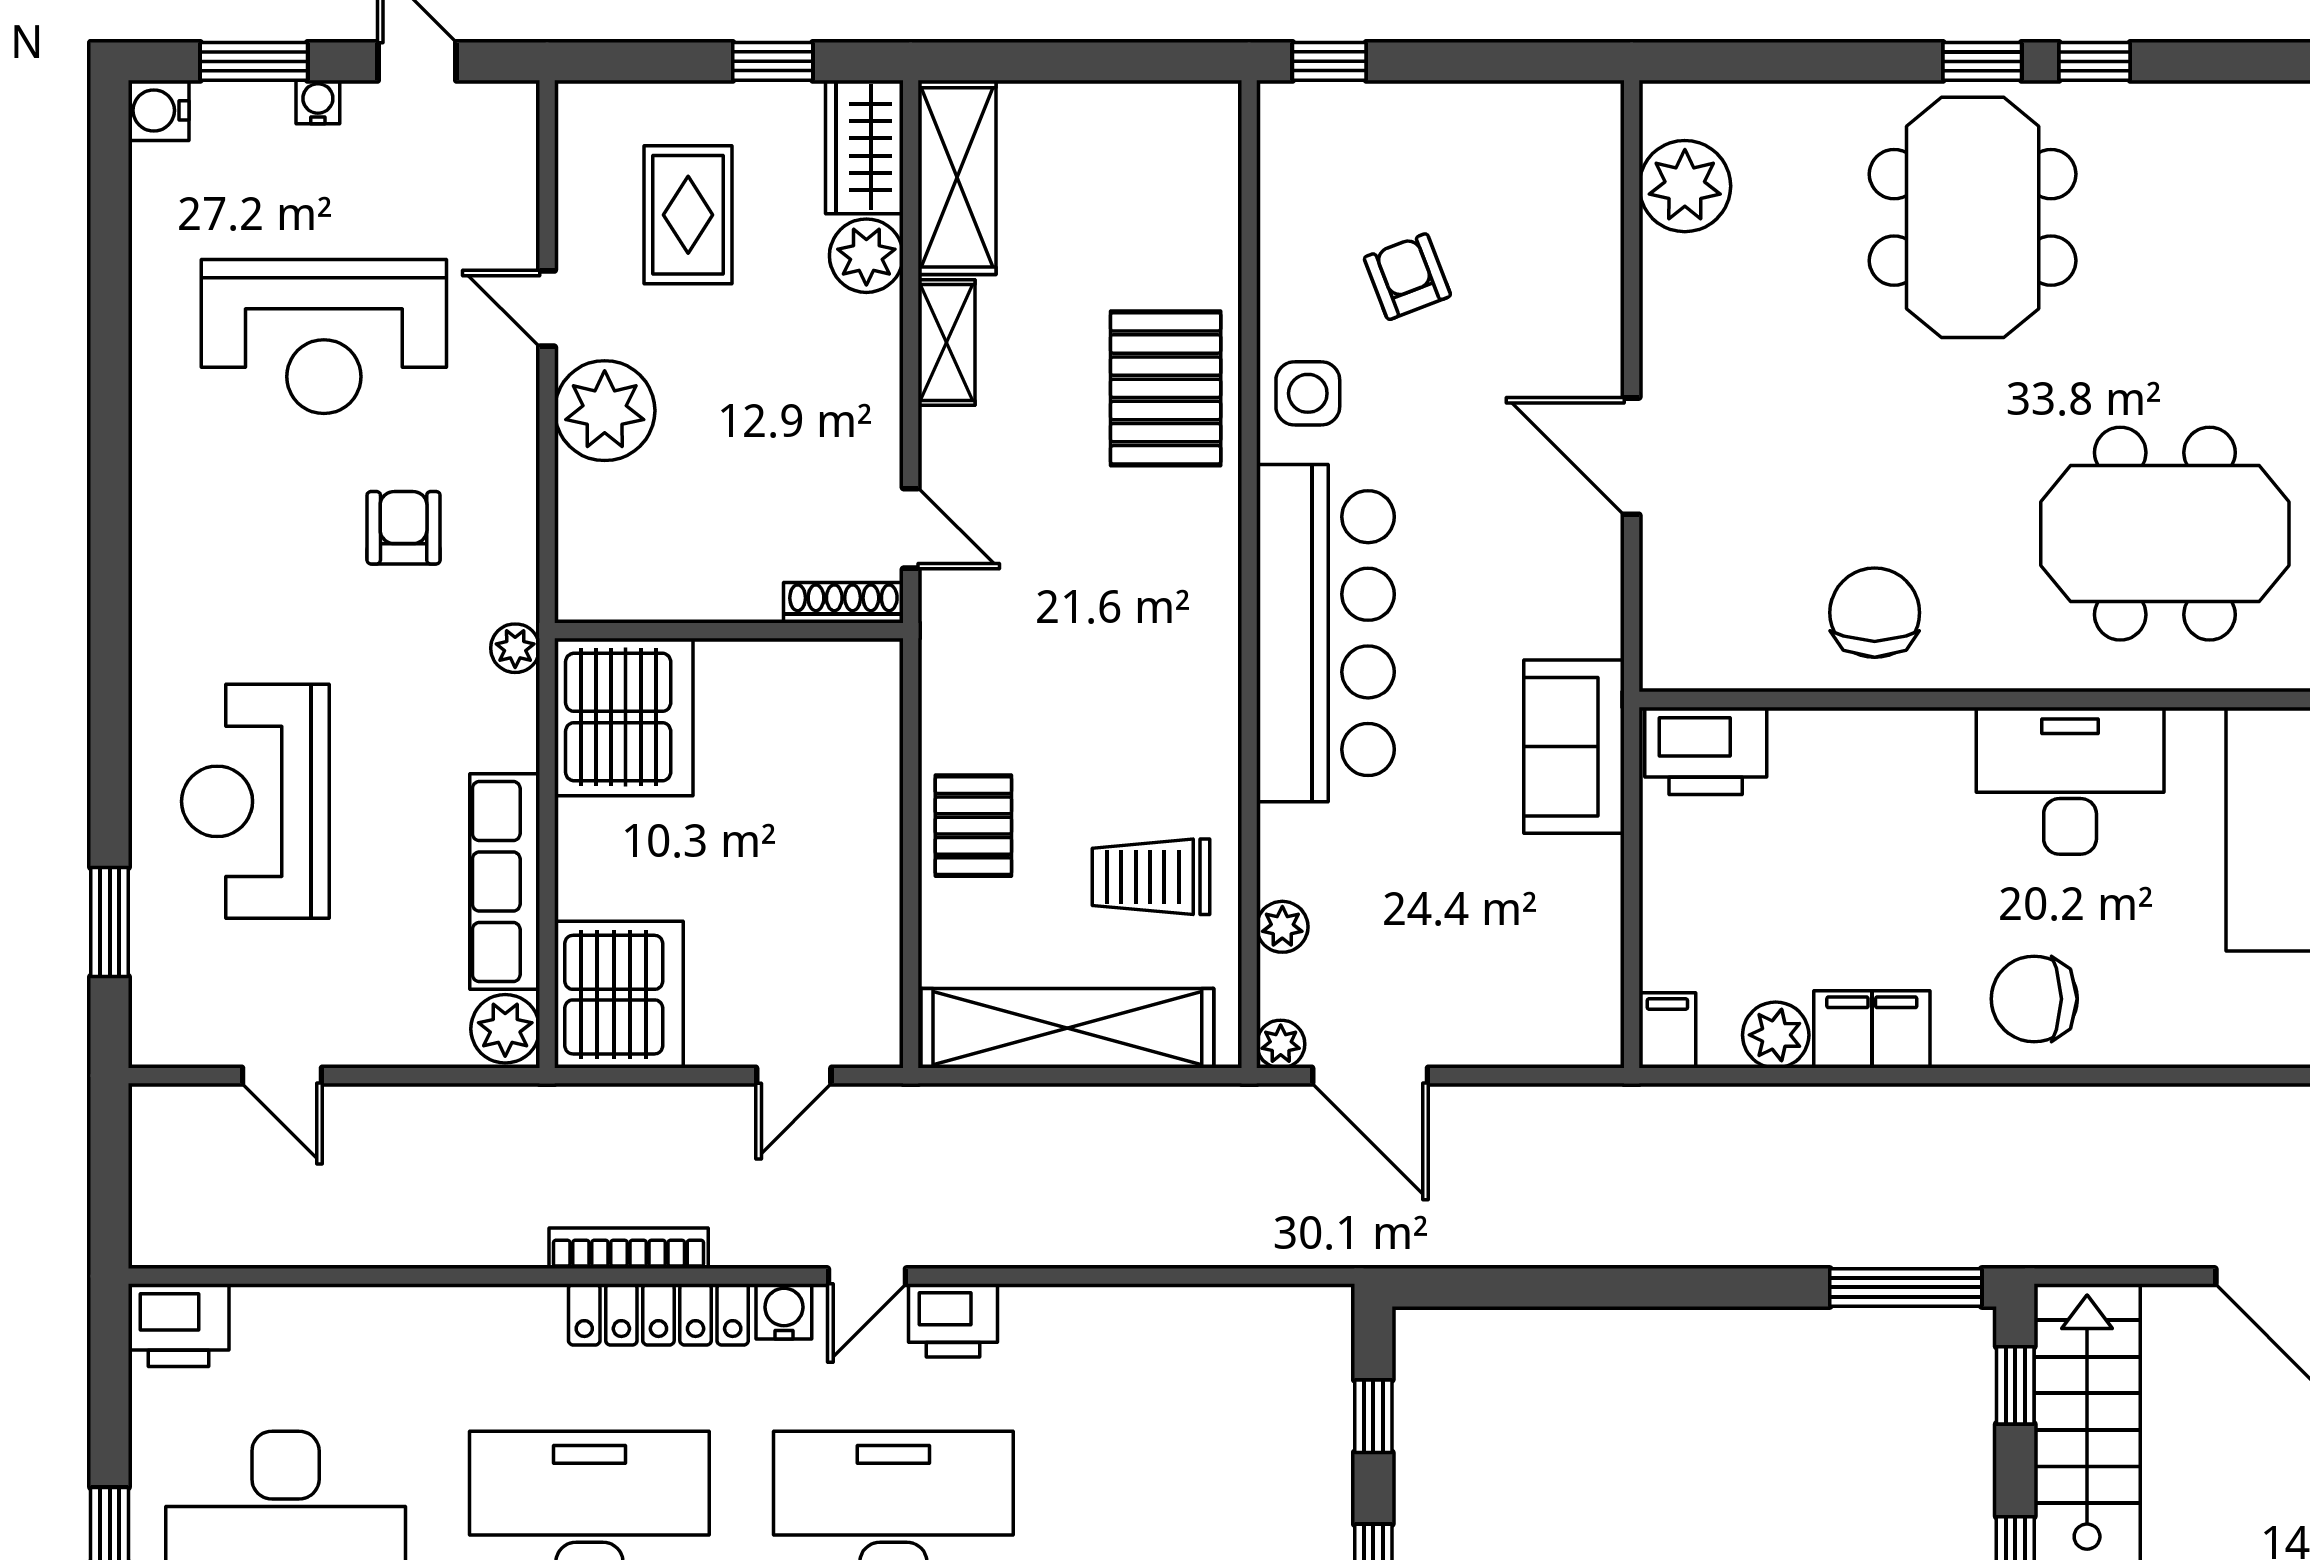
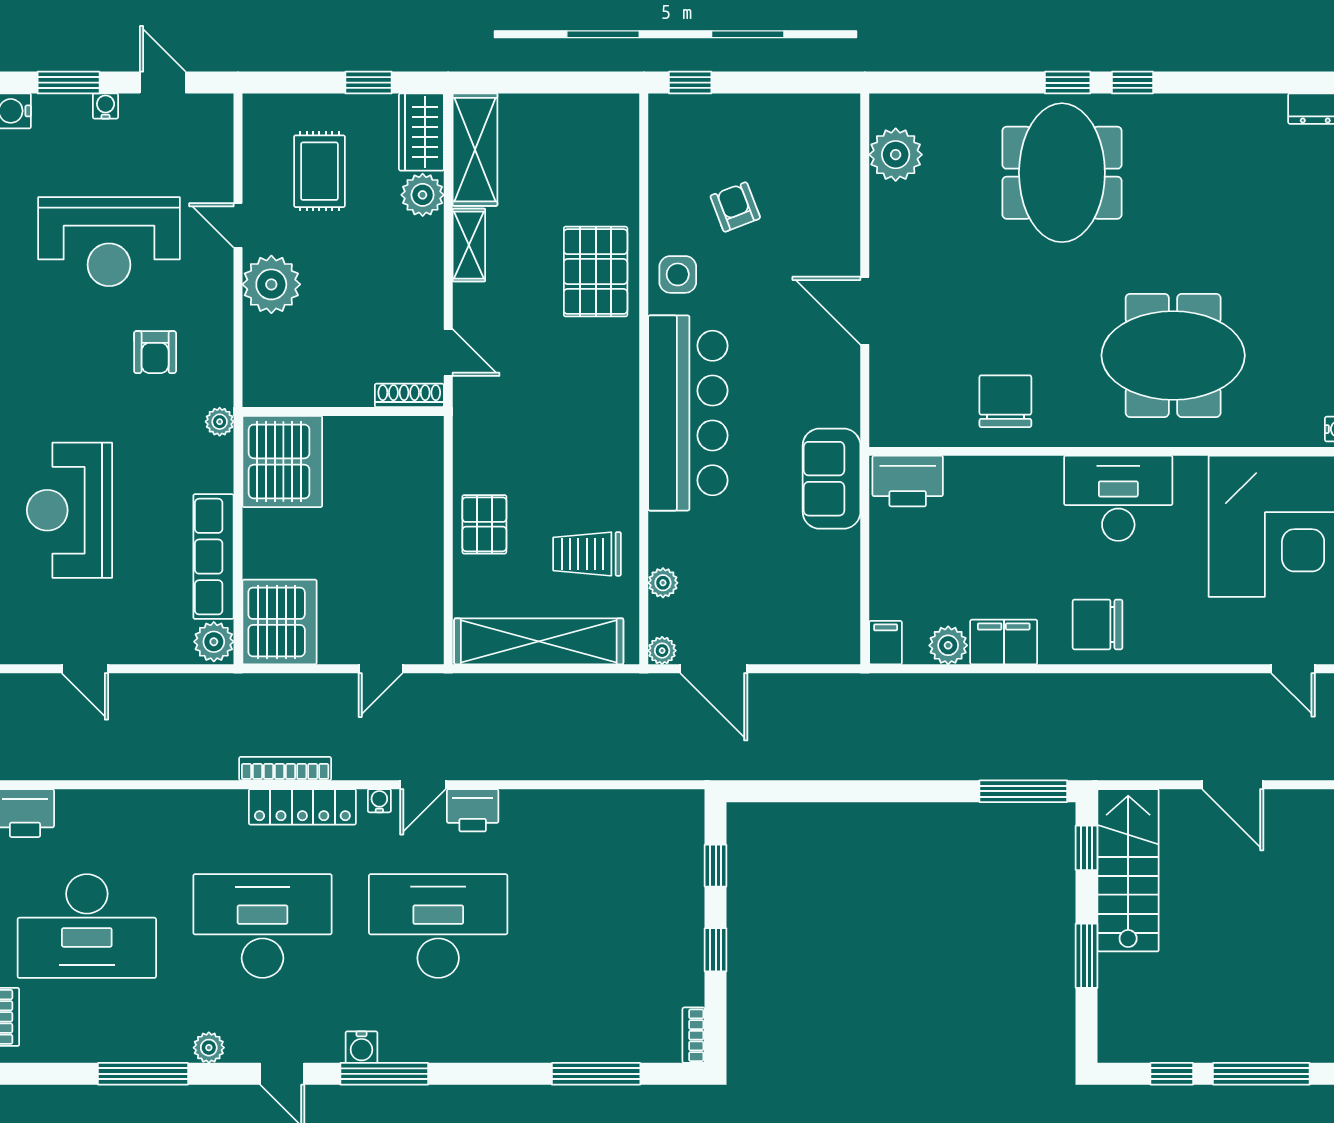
armchair: (404, 528) -> (155, 352), turned 180
water cooler: (784, 1311) -> (379, 801), width x0.72, depth x0.72

